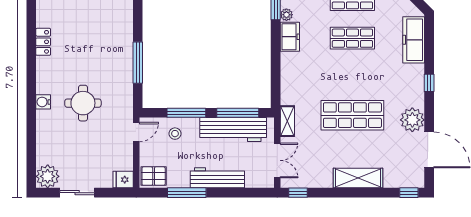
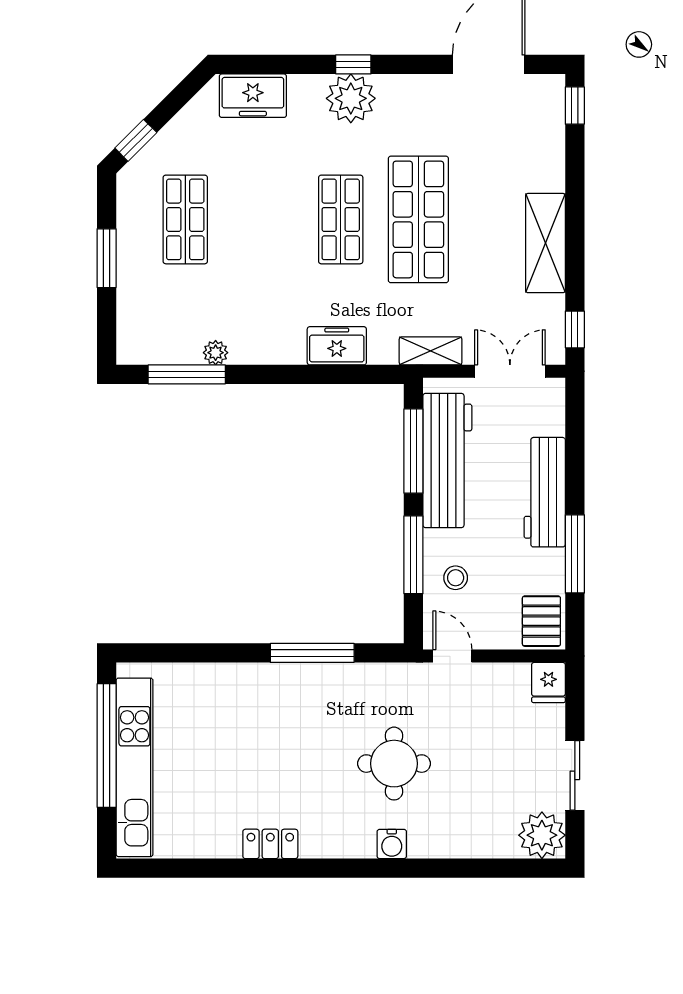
freezer: (290, 37) -> (337, 346), moved
shop shelf: (352, 38) -> (341, 219), moved
freezer: (414, 40) -> (253, 96), width x0.71
plant: (412, 120) -> (351, 98), moved
shelving: (358, 178) -> (545, 243), moved

